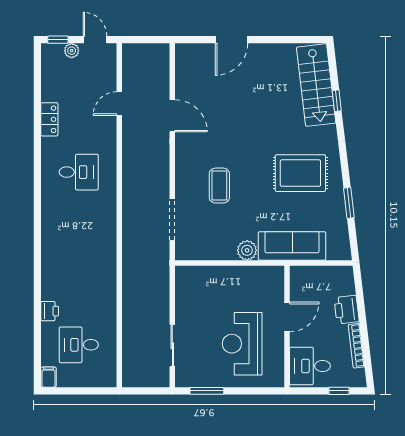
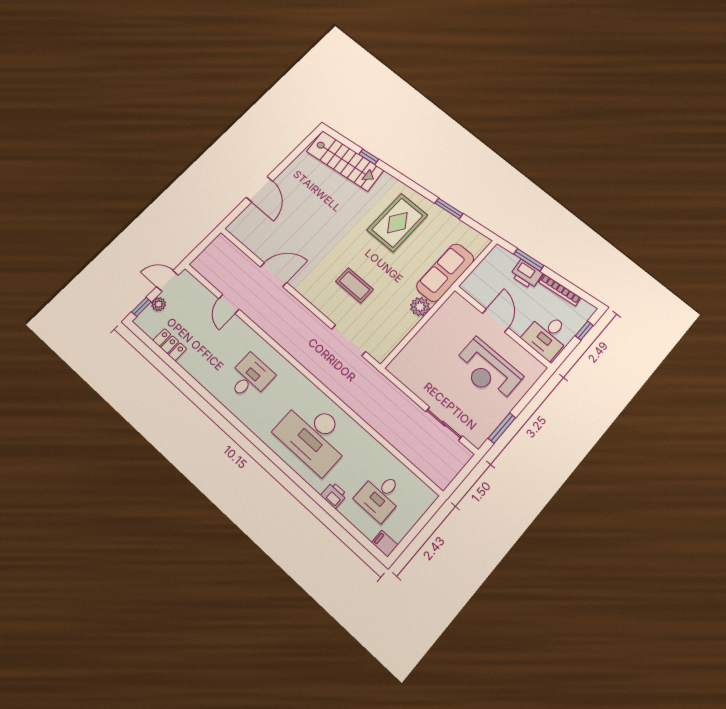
locker: (49, 119) -> (170, 345), moved
desk: (79, 258) -> (314, 436), added
window: (360, 301) -> (529, 260), added

